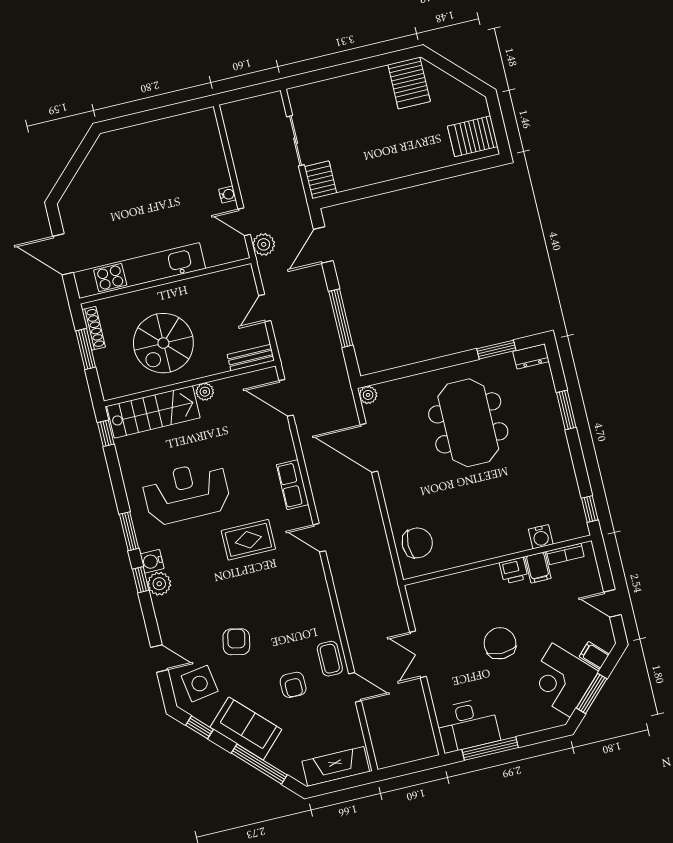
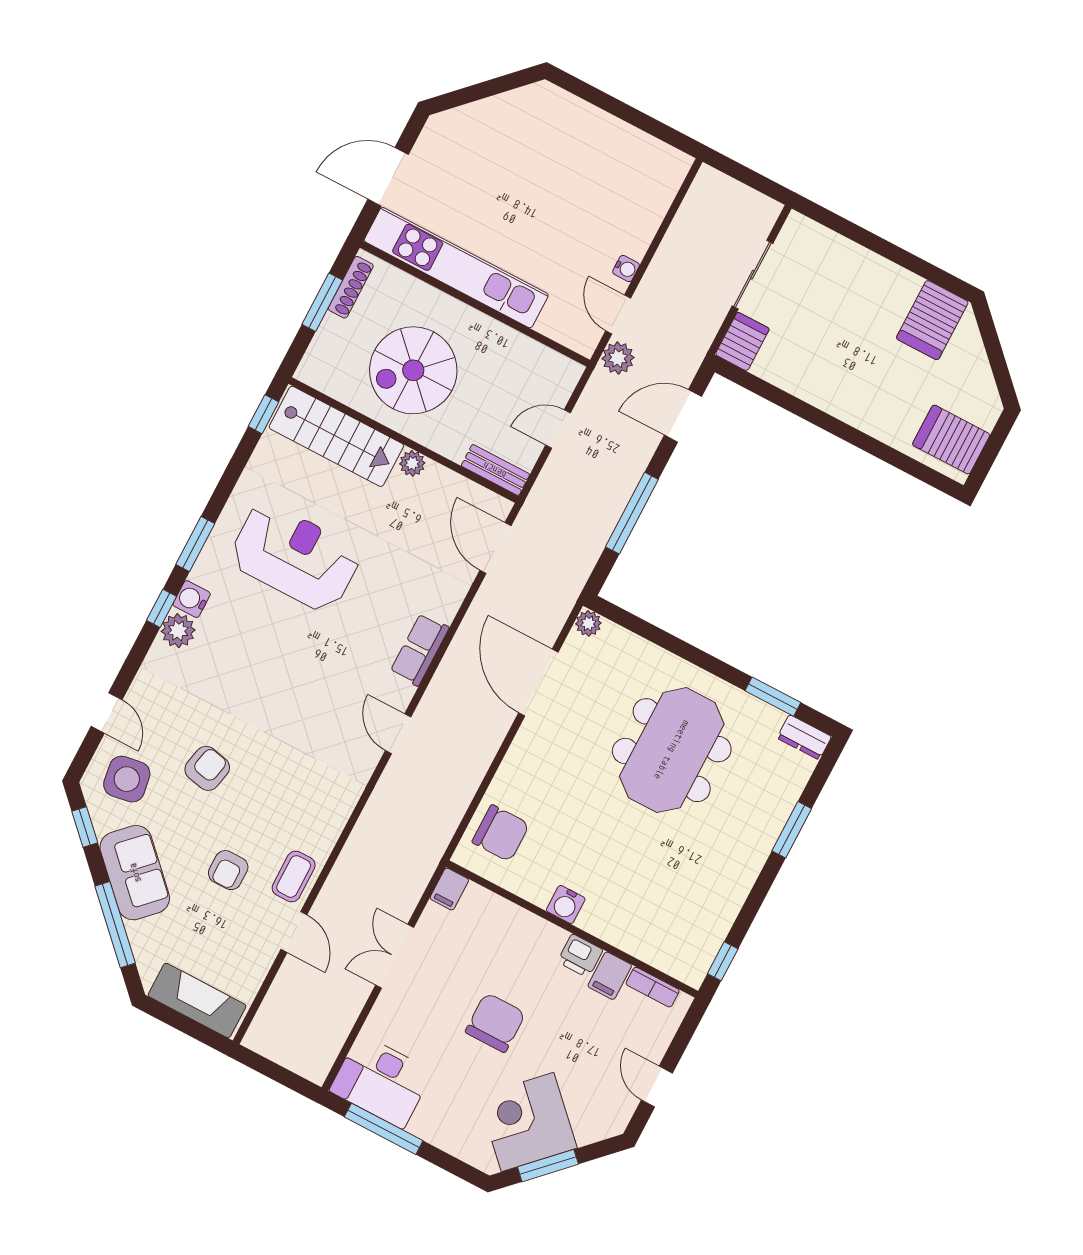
door: (63, 254) -> (388, 177), hinge flipped
water cooler: (541, 537) -> (566, 904), moved
rug: (248, 540) -> (318, 668), removed
filing cabinet: (594, 655) -> (449, 889), moved, turned -135

